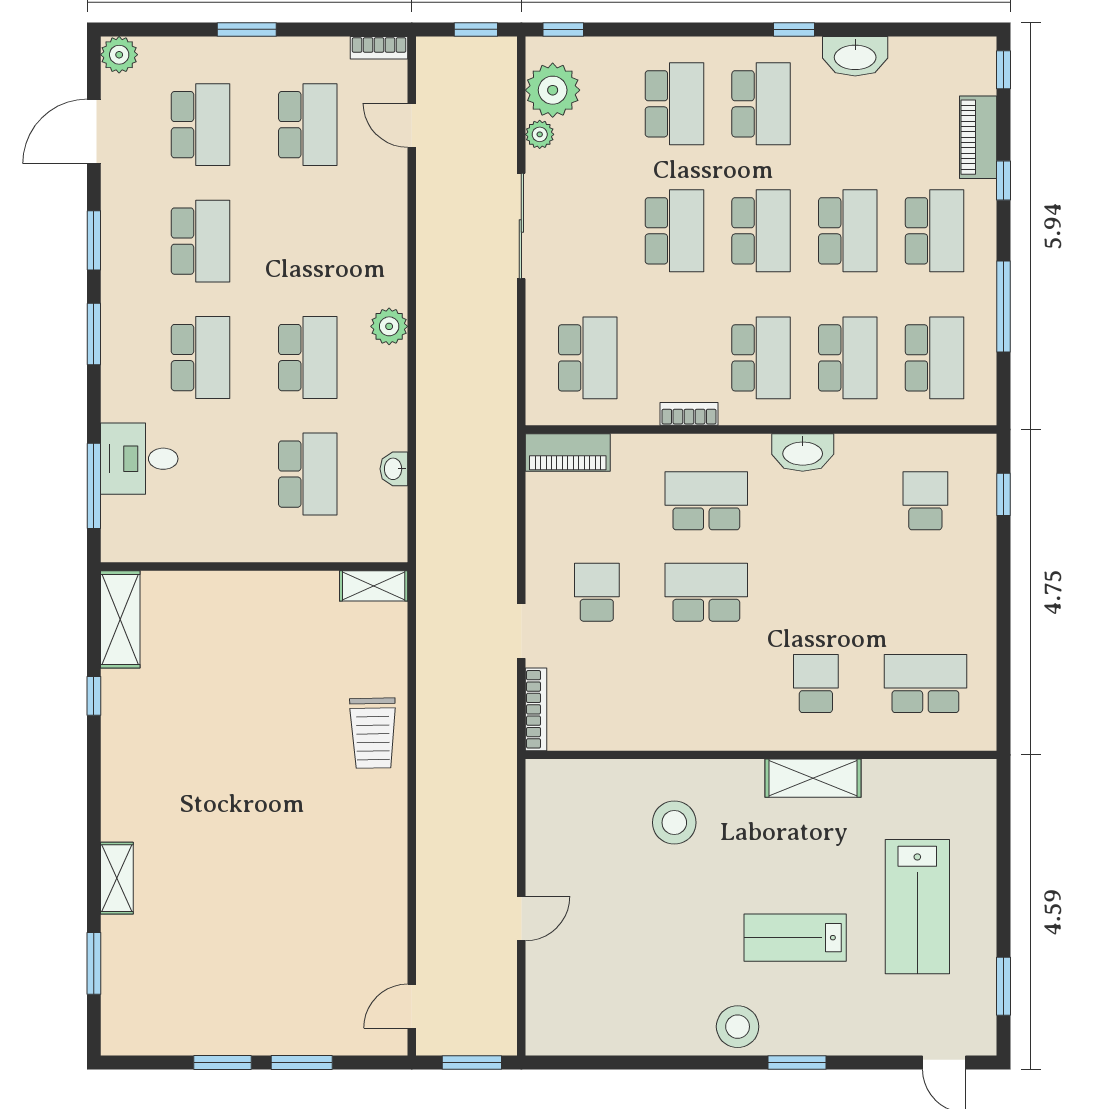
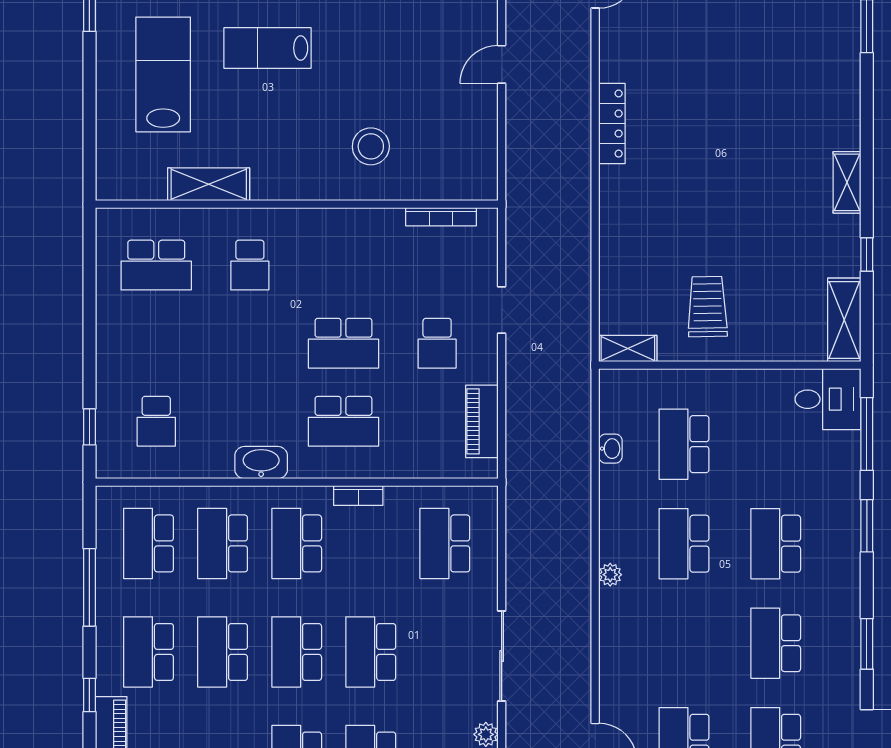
plant: (389, 326) -> (610, 575), width x0.73, depth x0.73
window: (94, 334) -> (867, 526), moved
piano: (568, 453) -> (482, 421), moved, turned -90
desk: (139, 459) -> (828, 399), moved
bookcase: (536, 709) -> (441, 217), moved, turned -90
trolley: (373, 733) -> (707, 307), moved
shelving: (813, 778) -> (209, 184), moved
locker: (392, 849) -> (612, 124), added
shelving: (117, 878) -> (847, 182), moved
lab bench: (795, 938) -> (268, 48), turned 180

